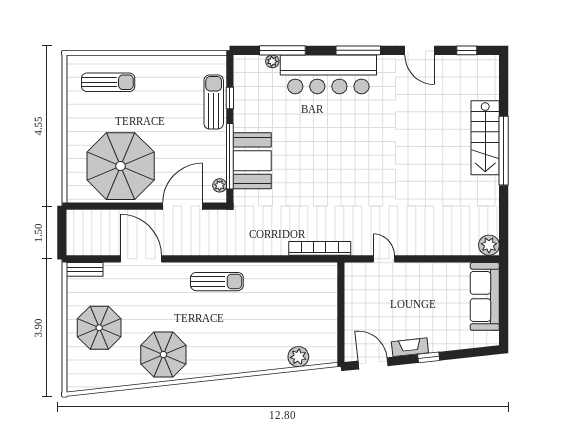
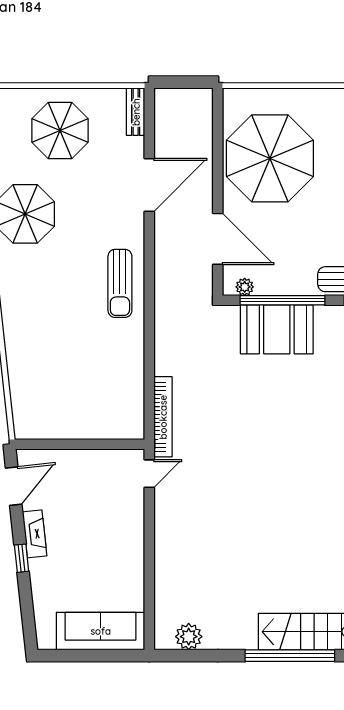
plant: (489, 245) -> (189, 637), moved
door: (384, 259) -> (149, 474), moved
plant: (298, 357) -> (22, 389), removed

